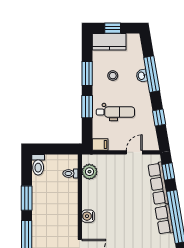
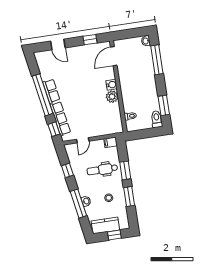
kitchen counter: (109, 42) -> (105, 225), moved
plant: (89, 172) -> (112, 97), moved
window: (27, 198) -> (164, 105), moved

